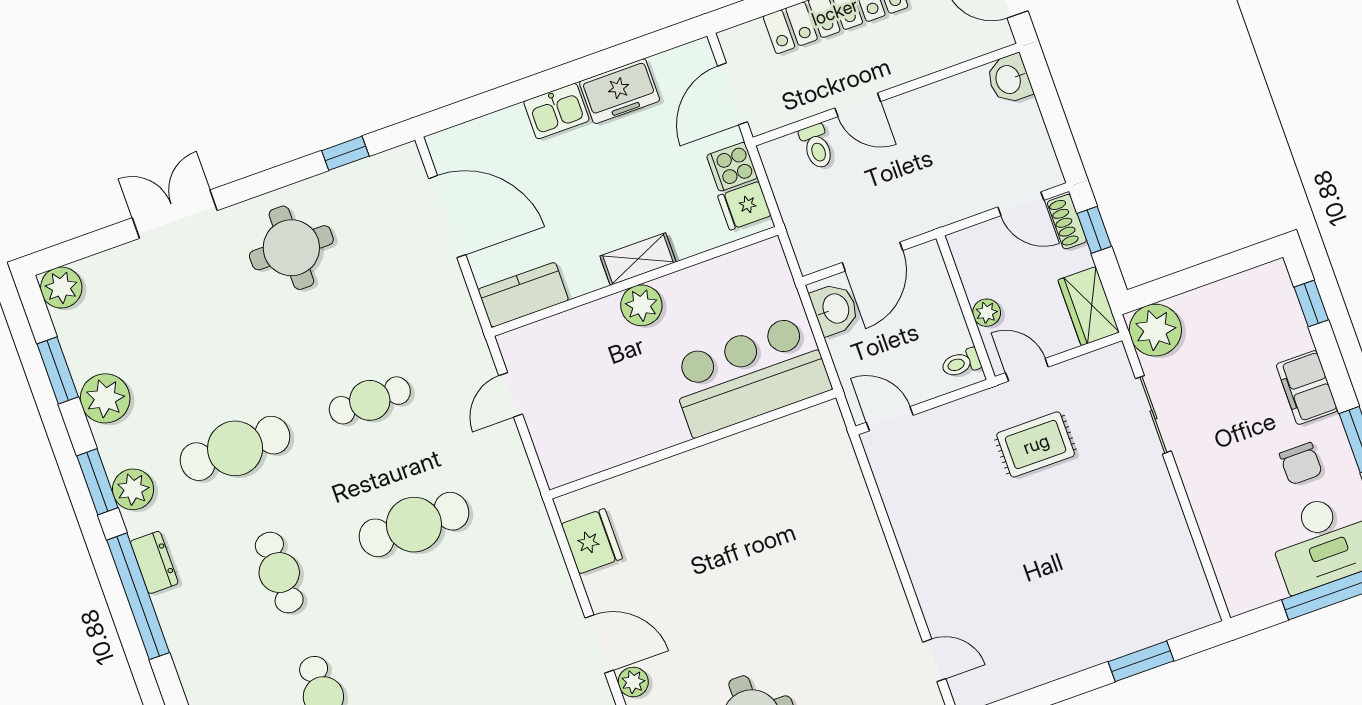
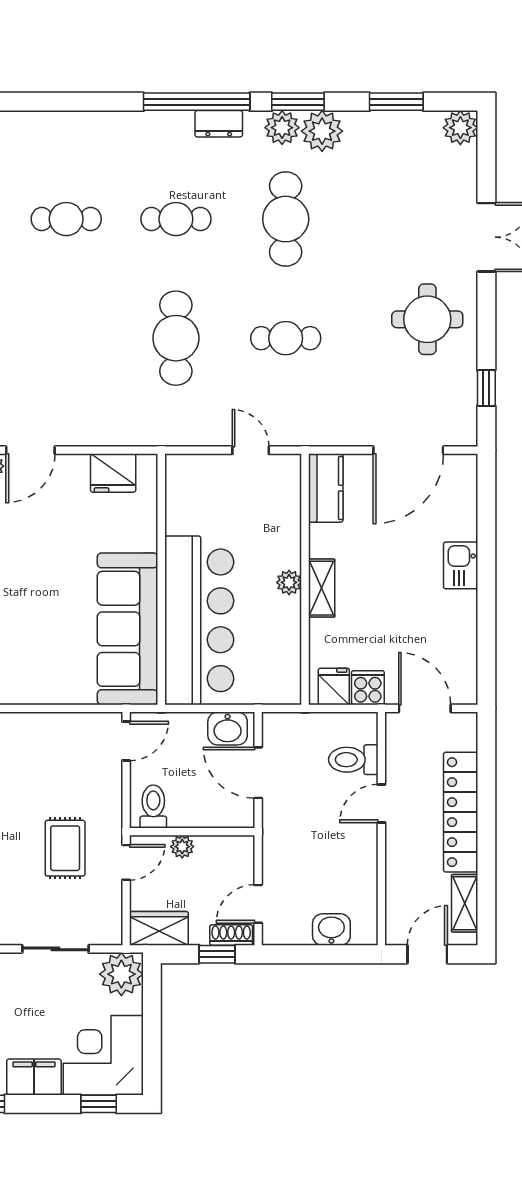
washbasin: (1009, 79) -> (331, 930), moved
freezer: (620, 91) -> (458, 621), removed
toilet: (817, 146) -> (353, 760), width x1.37, depth x1.39
plant: (641, 305) -> (289, 582), width x0.73, depth x0.73
corner desk: (1254, 318) -> (103, 1055), added
toilet: (961, 363) -> (153, 806), width x1.37, depth x1.39
bar counter: (749, 375) -> (199, 620), width x1.36
plant: (105, 398) -> (322, 131), moved
cafe table: (370, 400) -> (286, 338), turned 90
sofa: (762, 462) -> (128, 629), added

